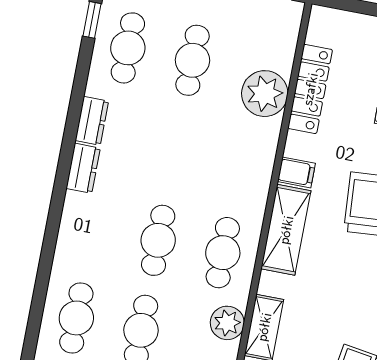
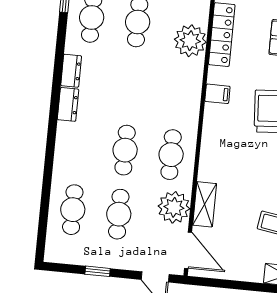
shelving: (286, 230) -> (214, 135), removed
plant: (227, 323) -> (174, 207), width x1.36, depth x1.36

